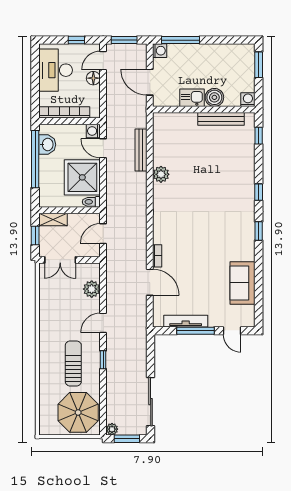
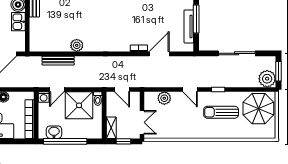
sliding door: (151, 402) -> (237, 53), moved
plant: (112, 429) -> (267, 79), width x1.88, depth x1.88

